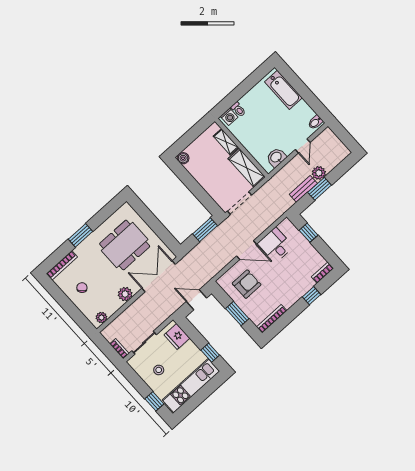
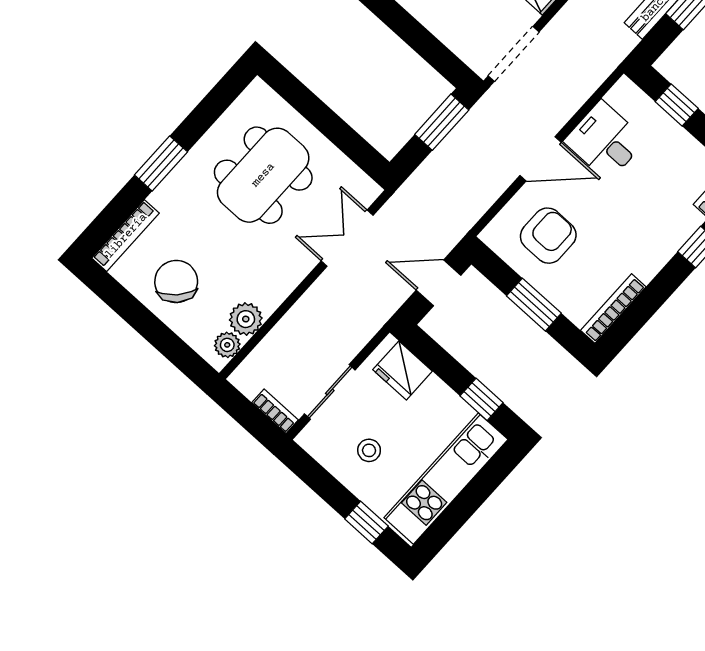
double door: (159, 276) -> (347, 238), width x0.73
chair: (82, 288) -> (176, 281), width x1.87, depth x1.87
plant: (125, 294) -> (246, 319), moved

